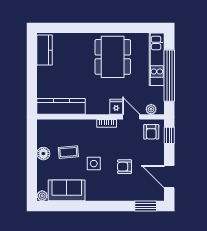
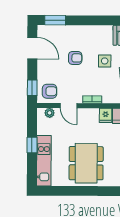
window: (169, 76) -> (32, 145), width x0.32
fridge: (116, 107) -> (106, 115), moved
armchair: (151, 132) -> (50, 91), turned 90

